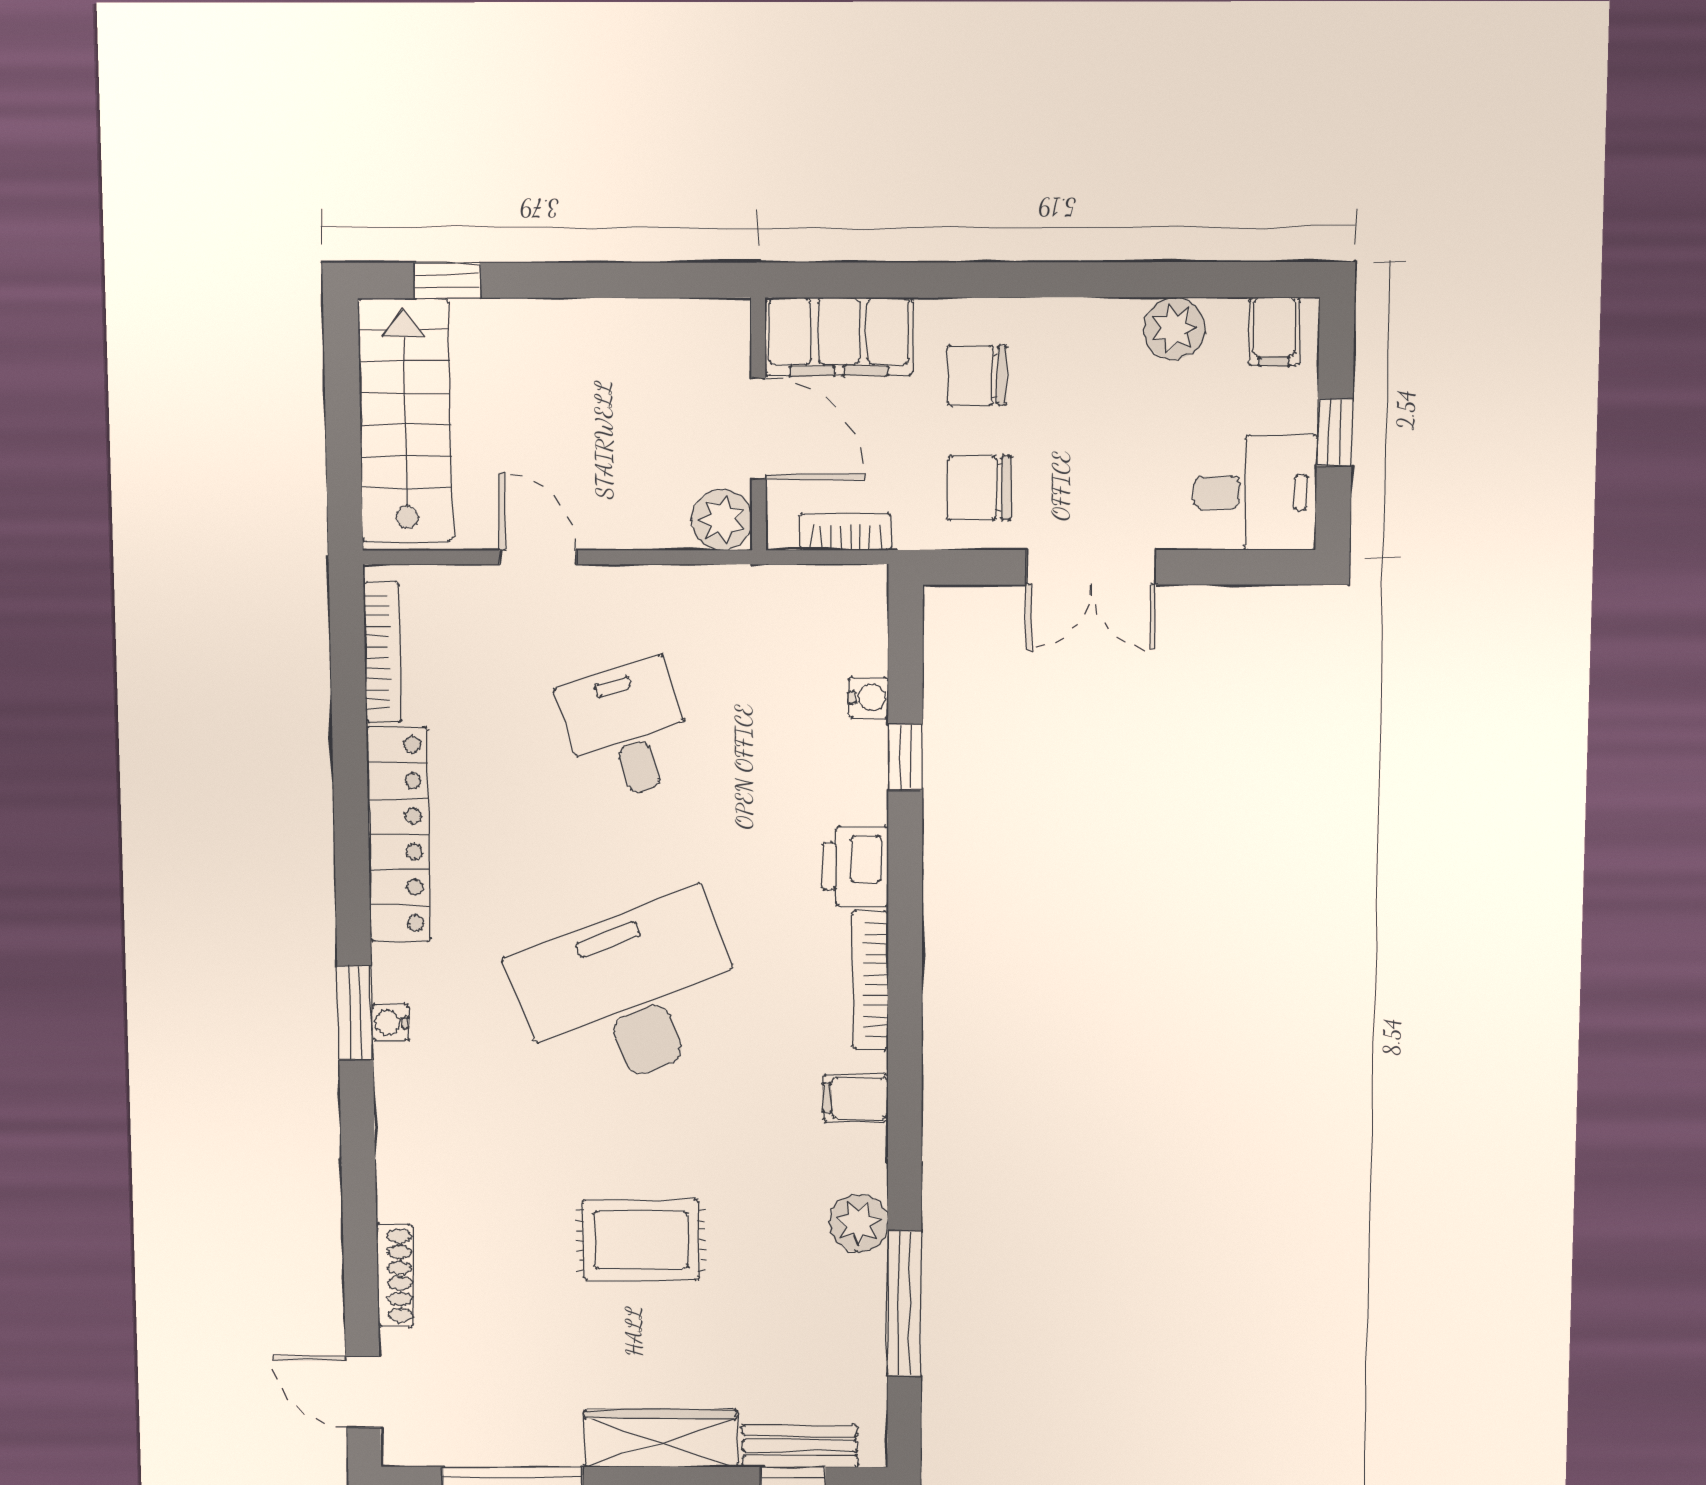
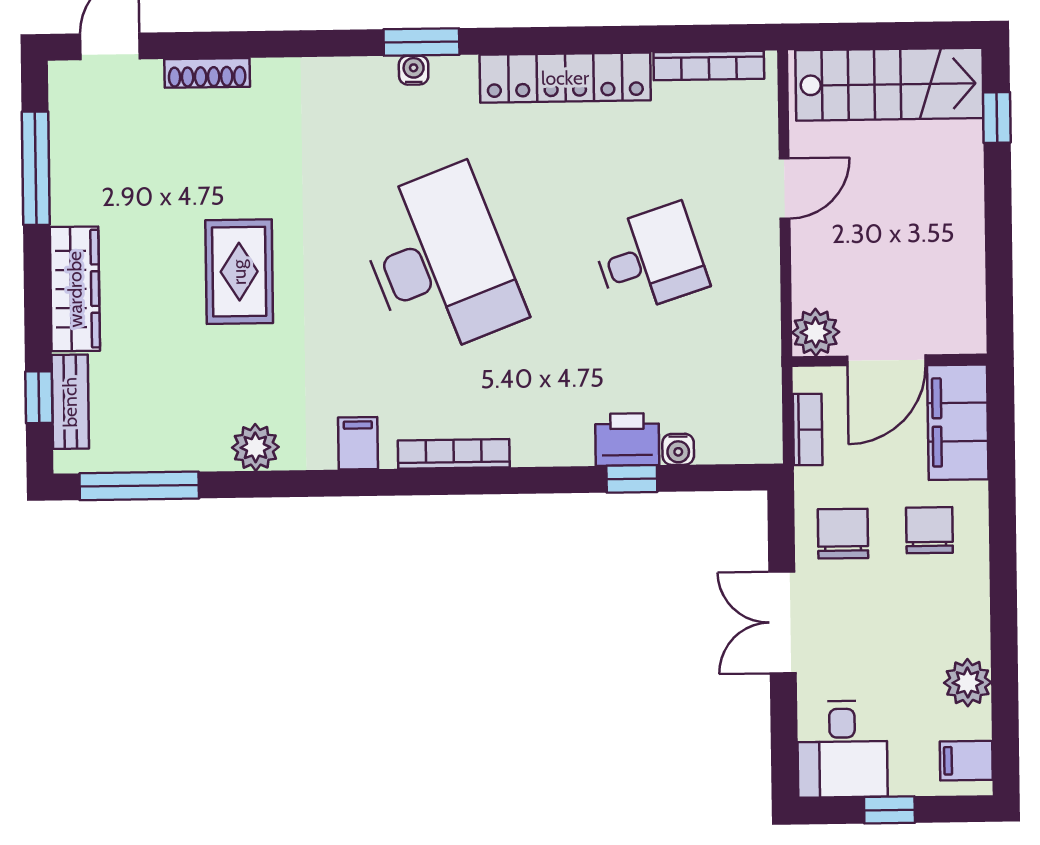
printer: (855, 866) -> (627, 439), moved
window: (904, 1304) -> (139, 486), moved

